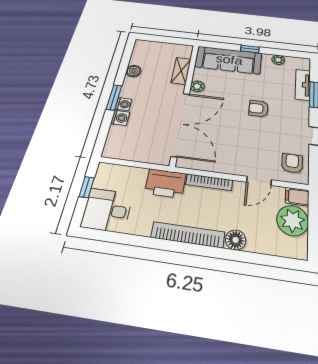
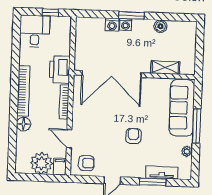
window: (250, 49) -> (197, 126), width x2.17
plant: (197, 86) -> (150, 83), removed

